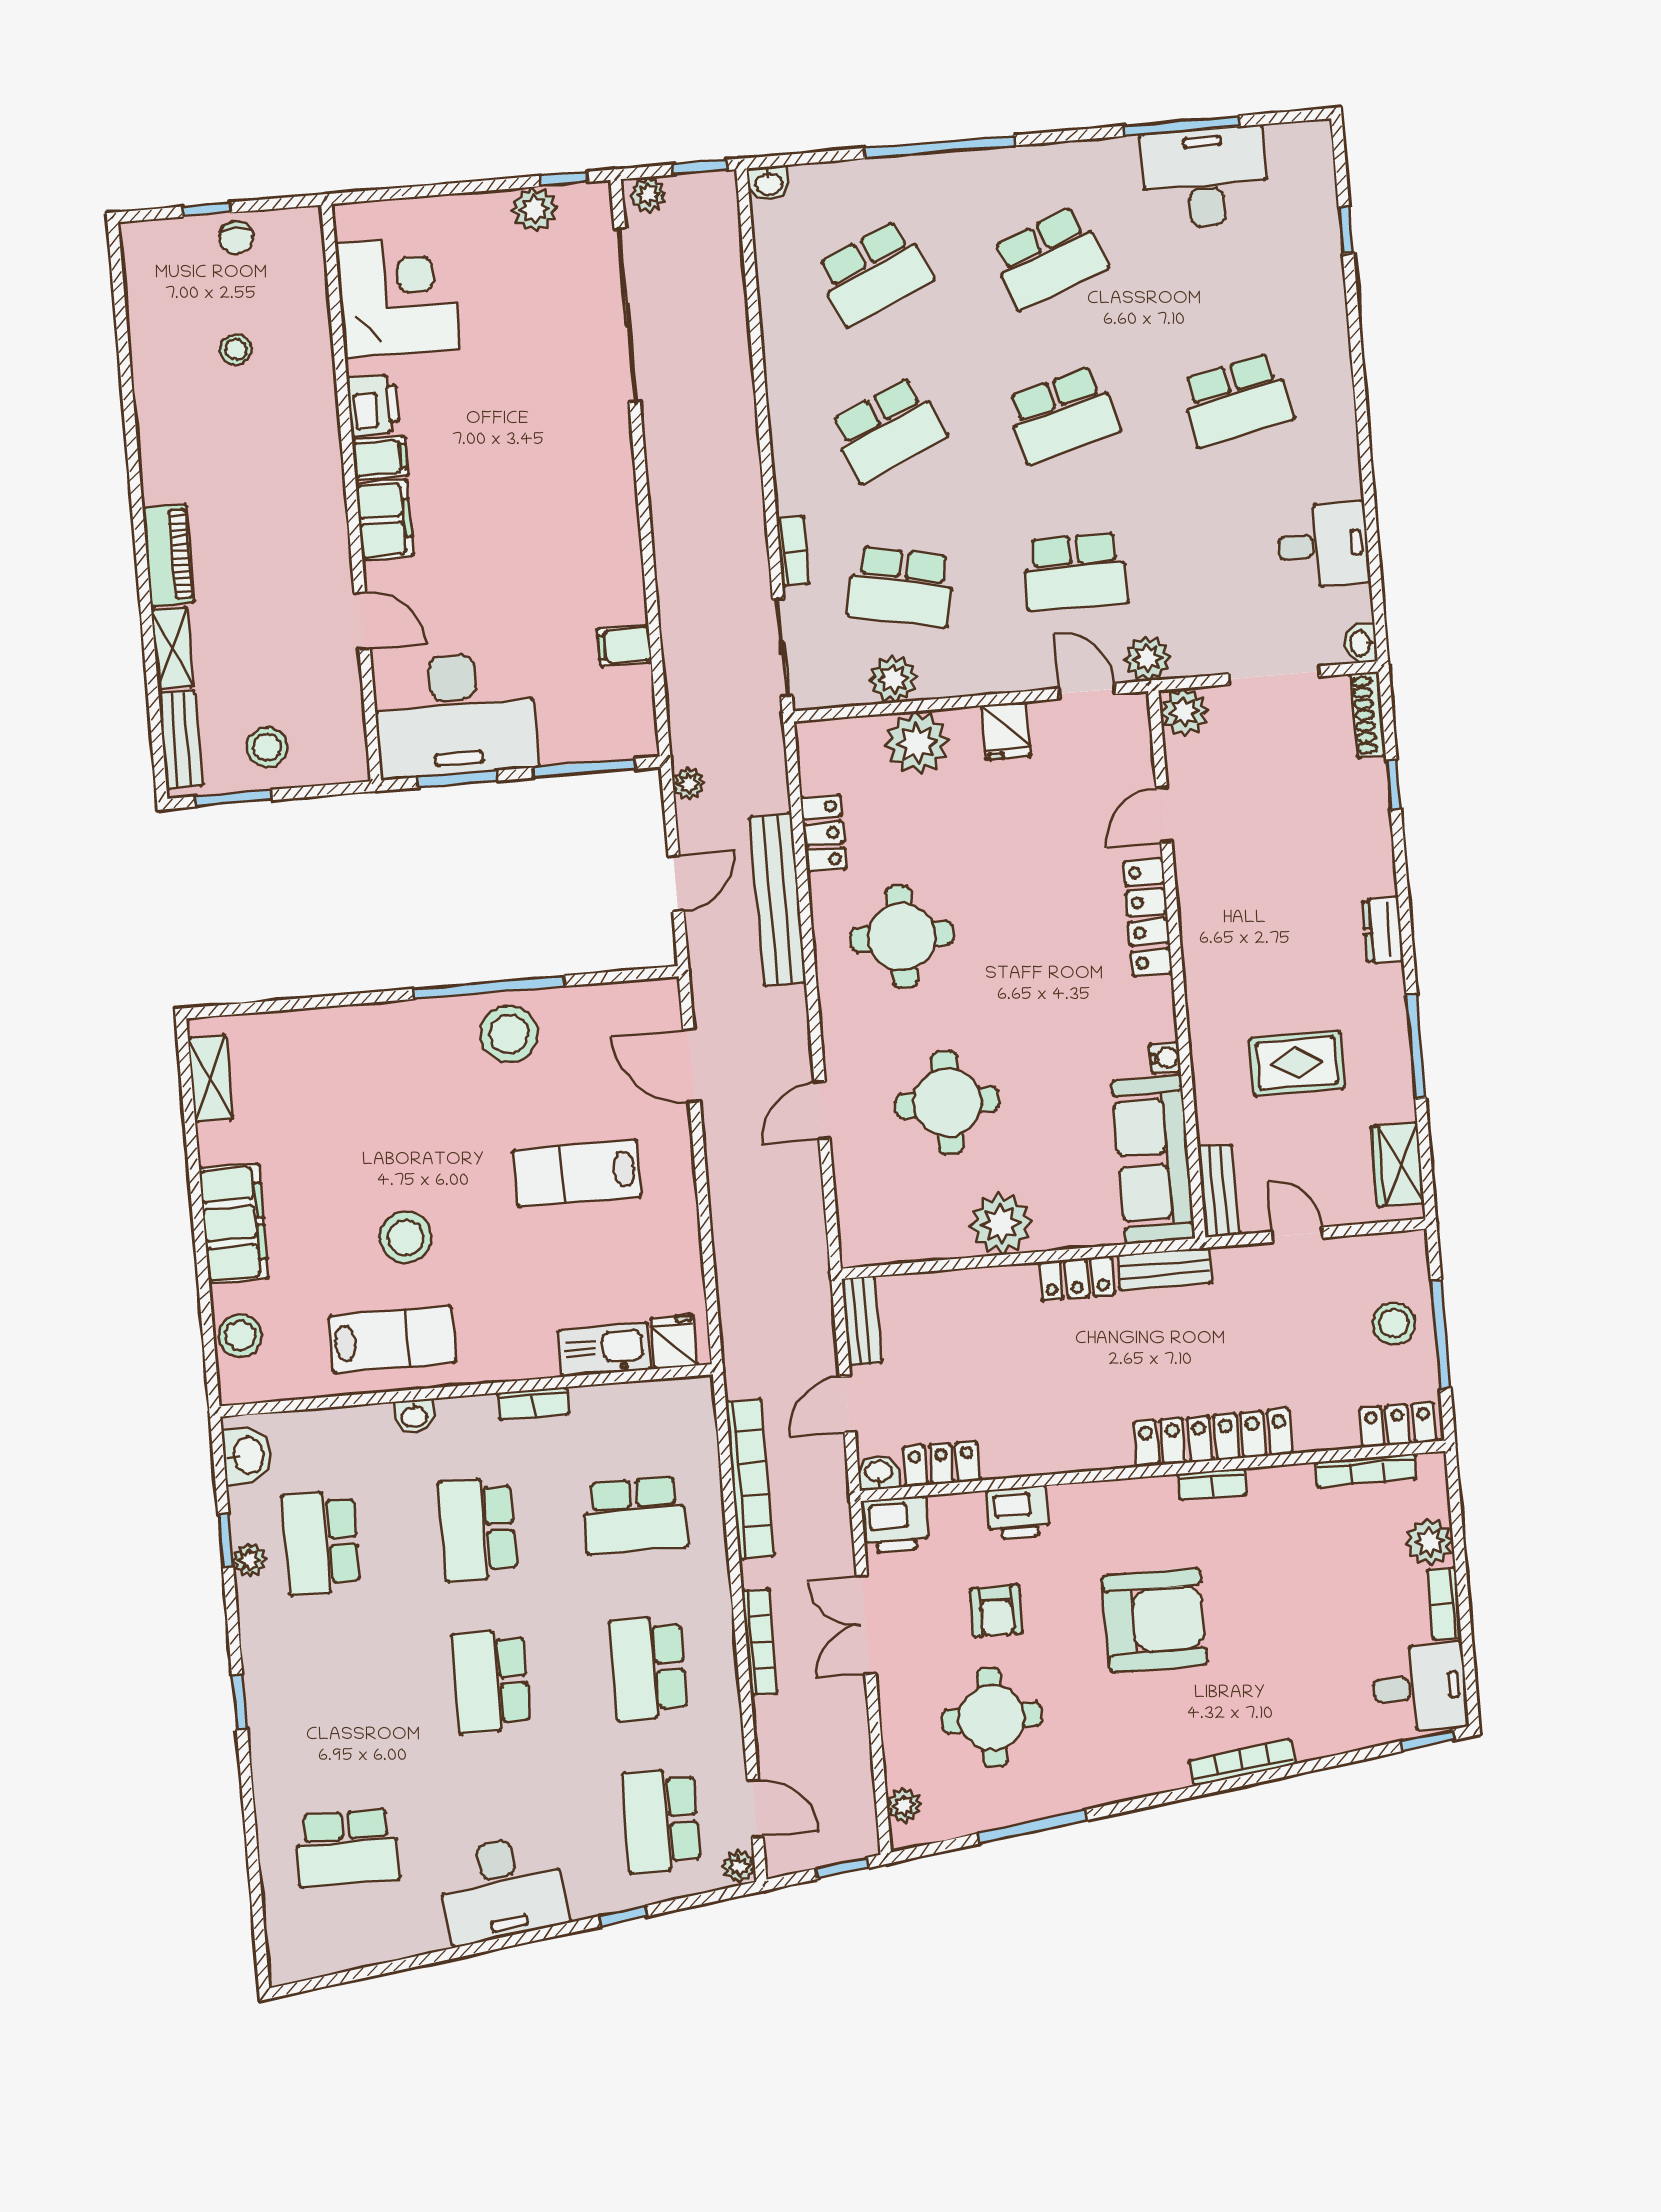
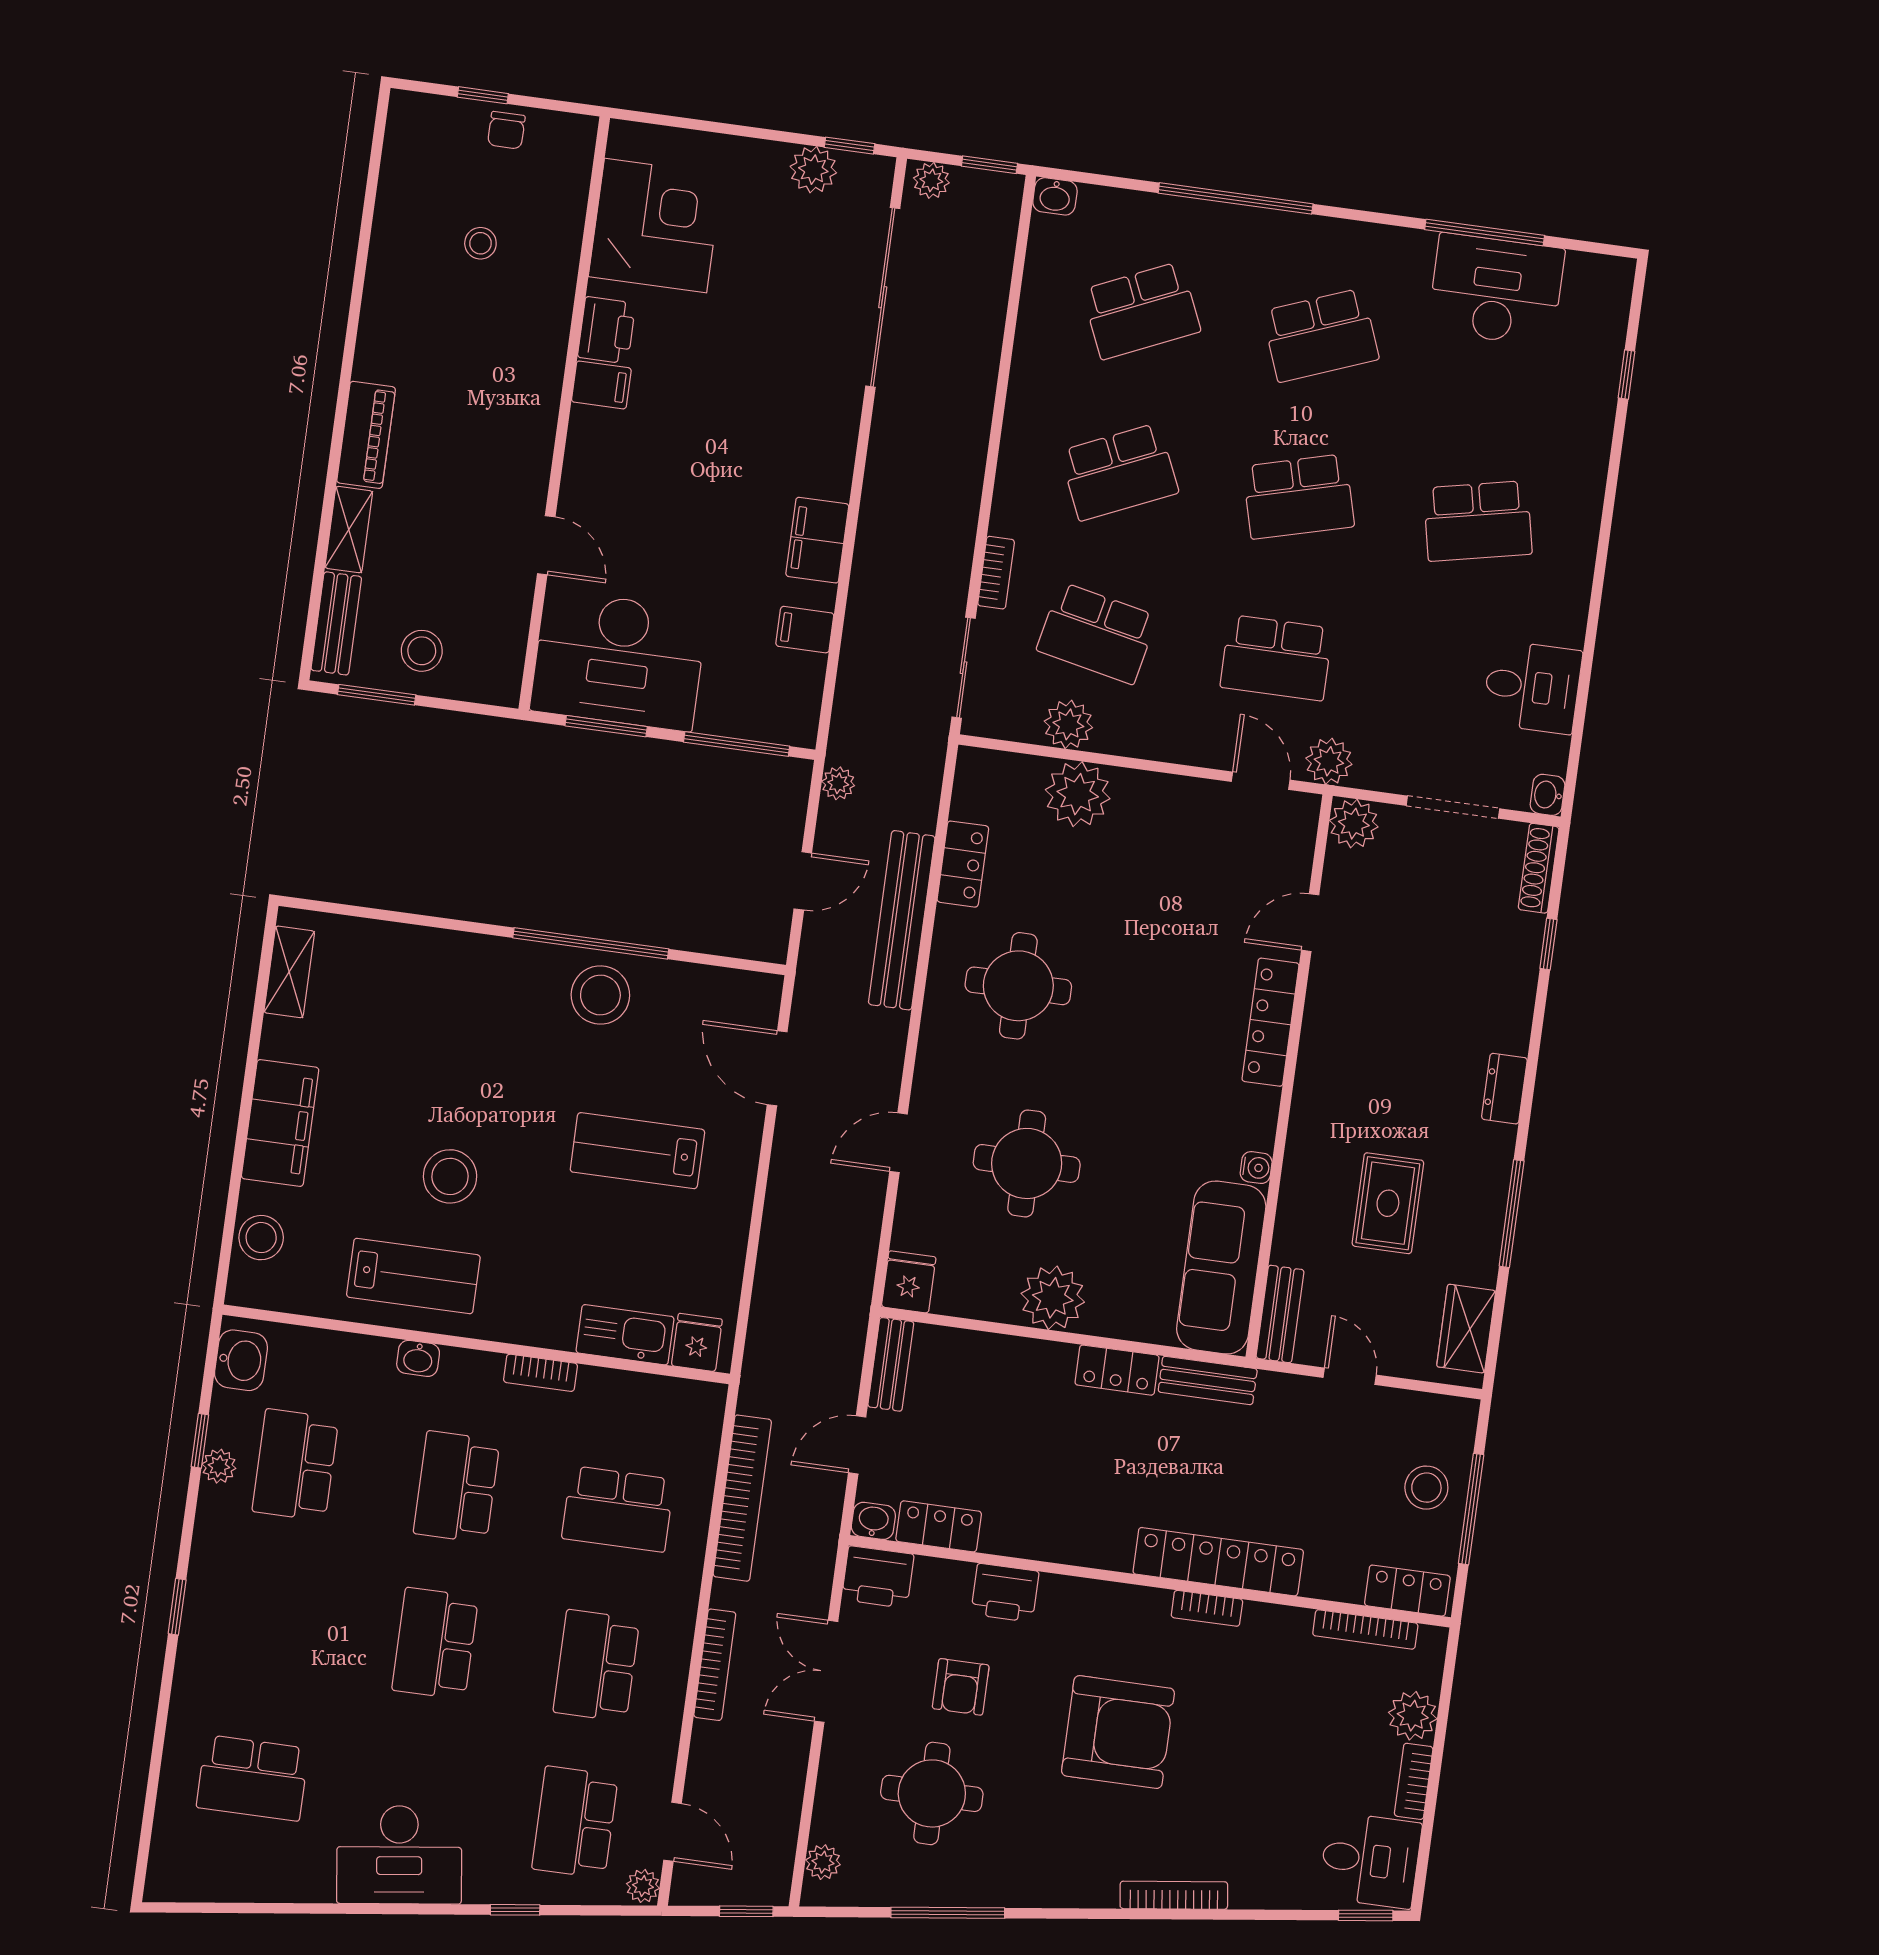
filing cabinet: (384, 520) -> (817, 540), moved, turned 180
fridge: (1006, 731) -> (909, 1282), moved, turned 180
rug: (1297, 1063) -> (1388, 1203), turned 90

